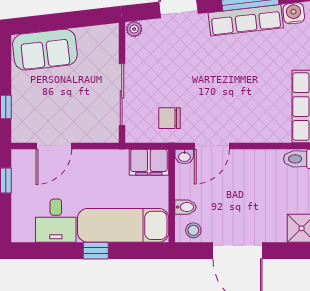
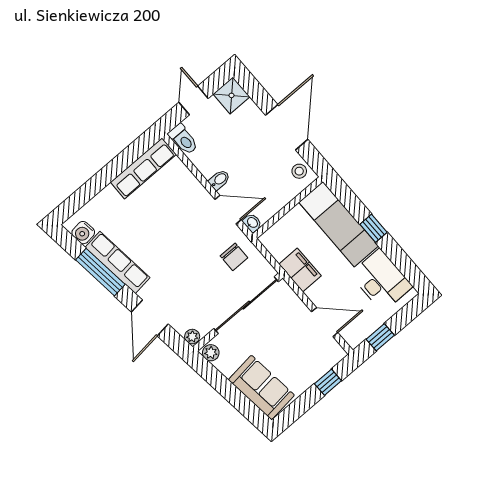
plant: (108, 33) -> (211, 353), added
sliding door: (122, 94) -> (246, 305), width x1.36
filing cabinet: (149, 162) -> (300, 270), moved
bidet: (185, 207) -> (219, 180), moved, turned 90
desk: (56, 221) -> (381, 280), width x1.37

